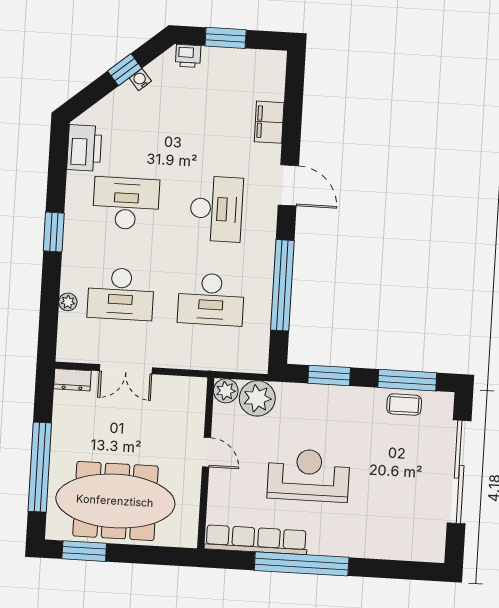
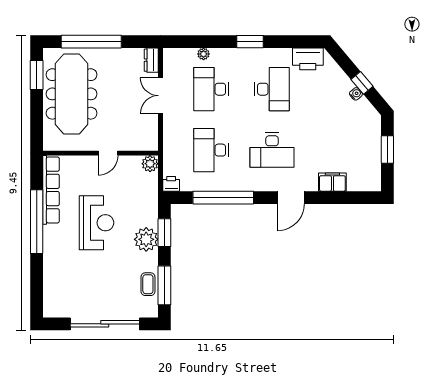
printer: (188, 56) -> (171, 184), moved, turned 90
plant: (257, 398) -> (146, 239), moved

